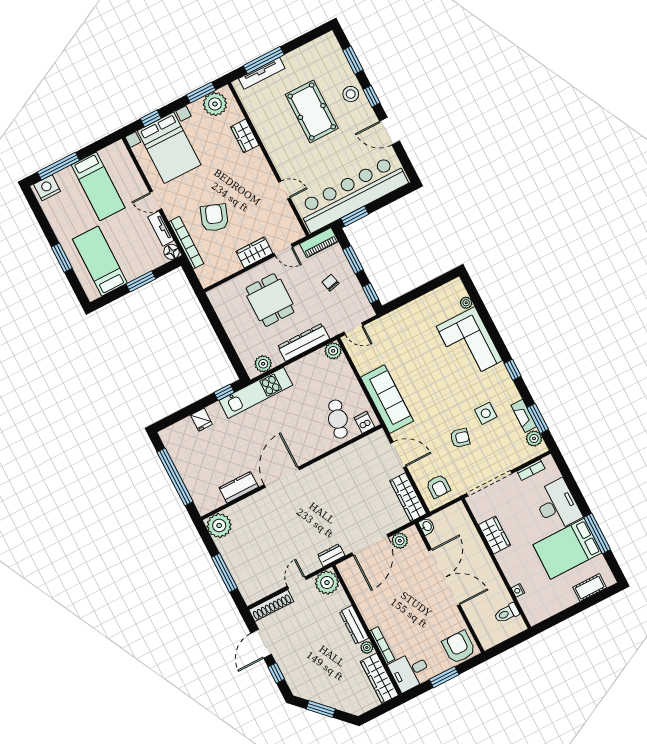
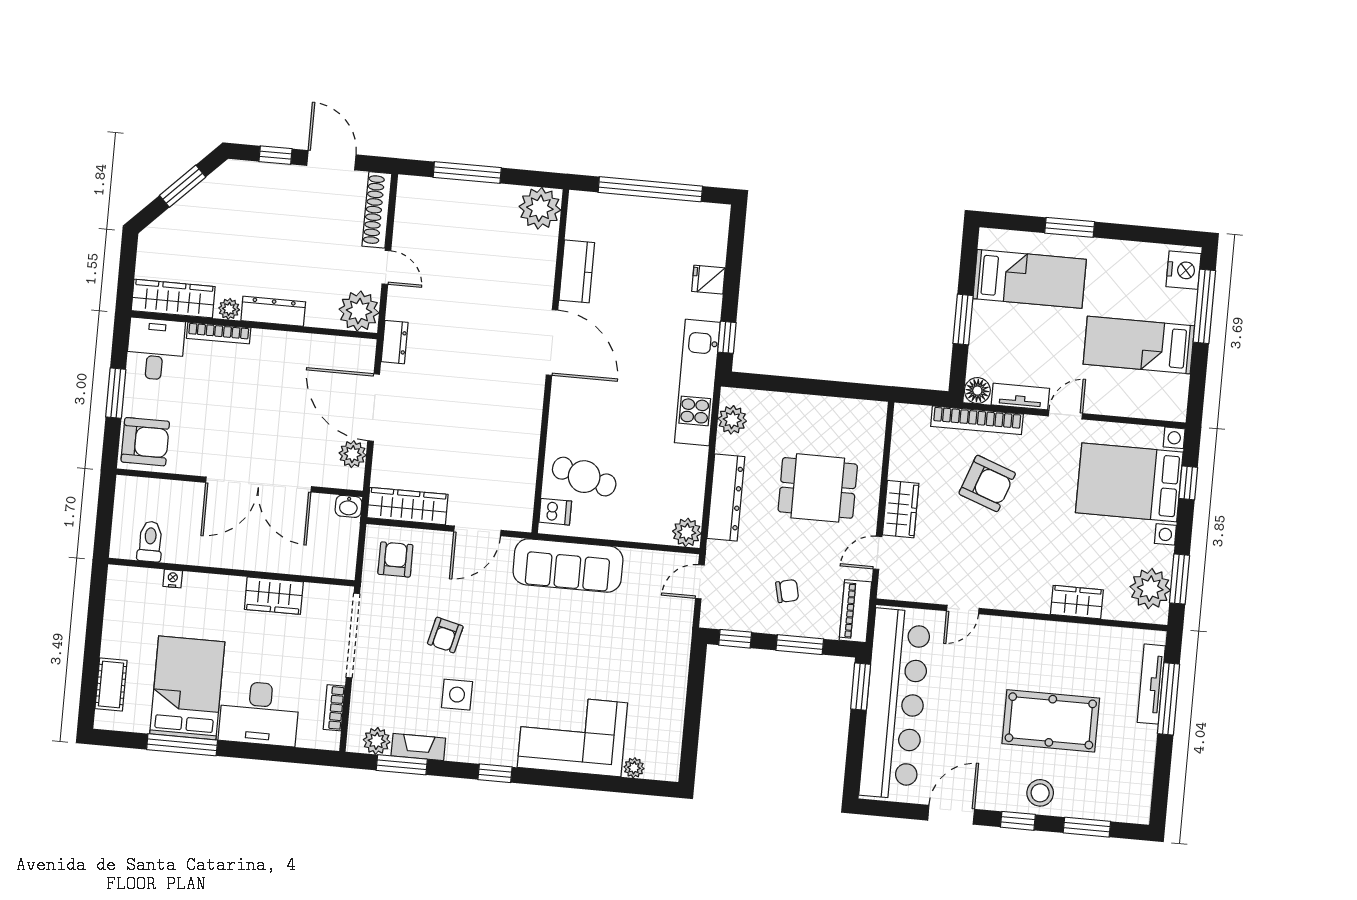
armchair: (438, 486) -> (395, 559), turned 90

